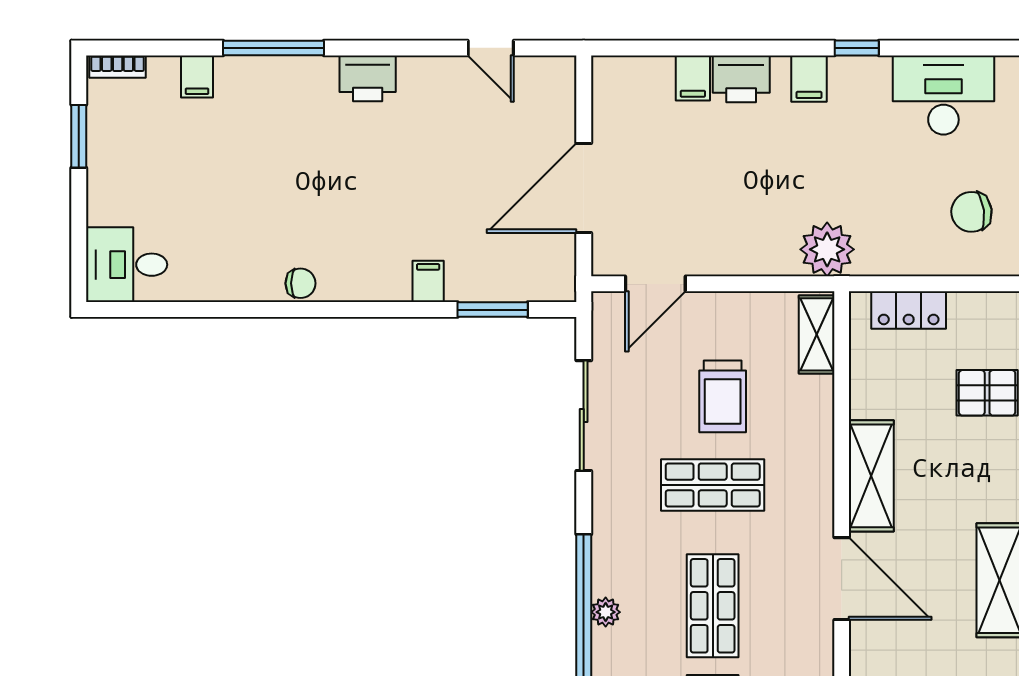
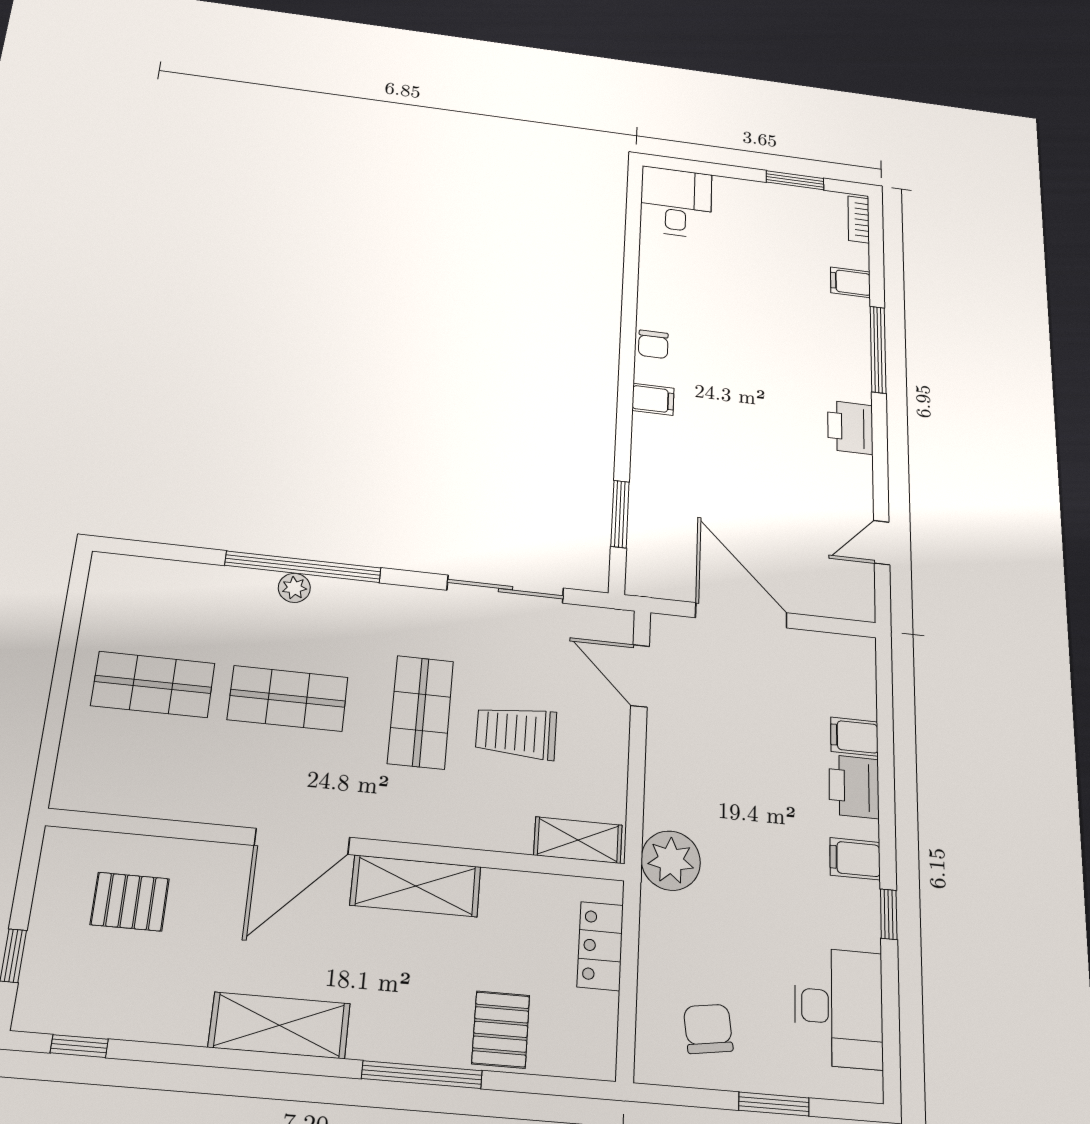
filing cabinet: (428, 281) -> (653, 399), moved

